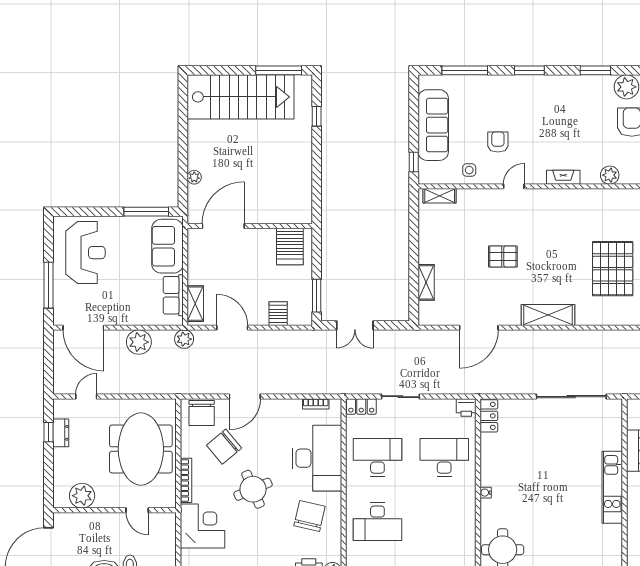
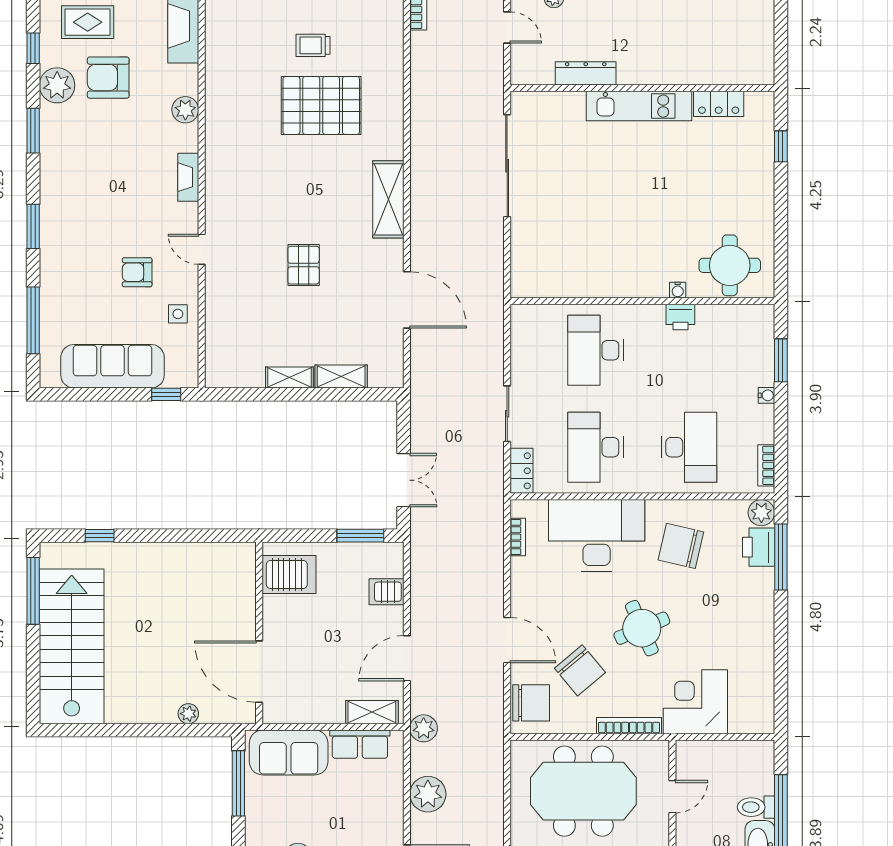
shelving: (440, 196) -> (289, 378), moved, turned 90
printer: (466, 407) -> (680, 317), moved, turned 90
locker: (489, 416) -> (719, 104), moved, turned 180
water cooler: (486, 493) -> (678, 290), moved

